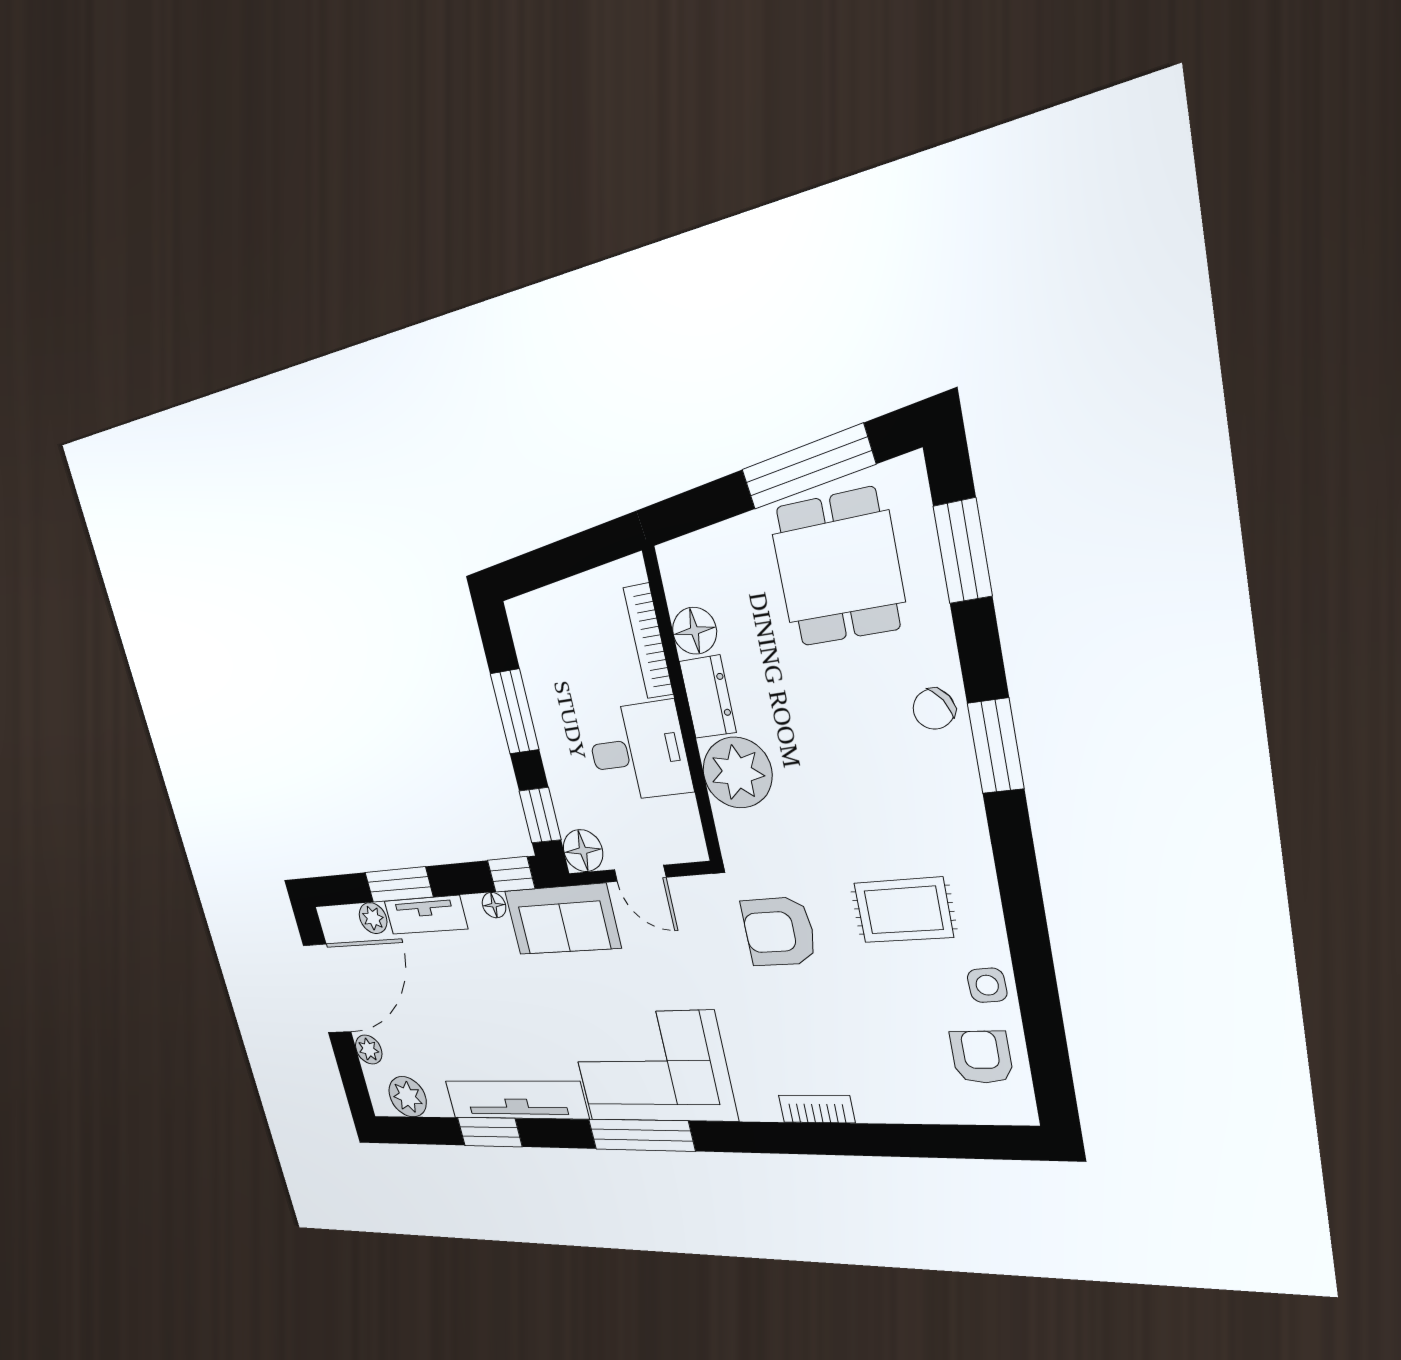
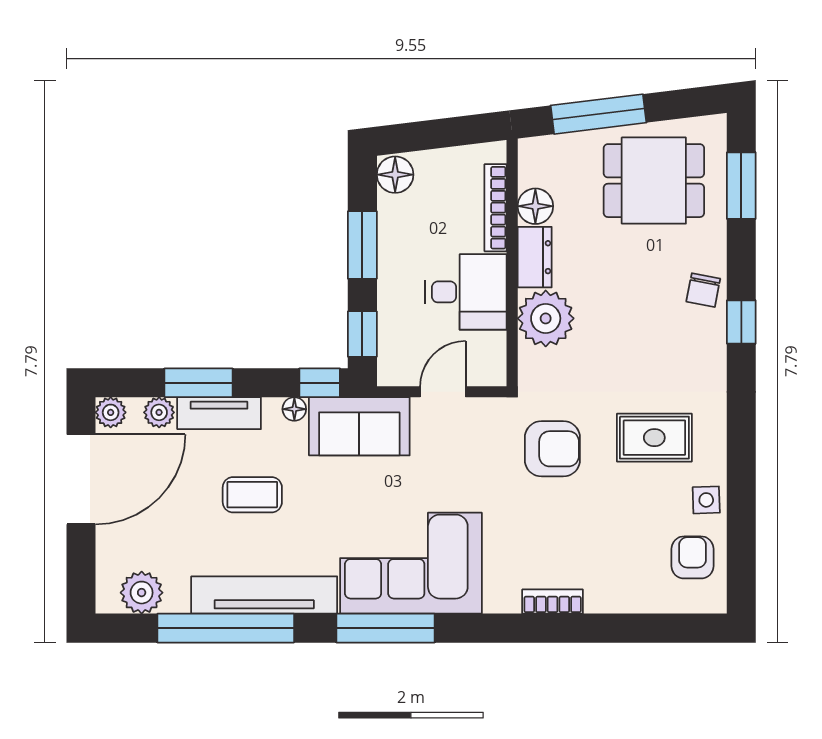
window: (808, 467) -> (599, 114), moved
dining table: (838, 568) -> (654, 181), turned 90
chair: (934, 709) -> (703, 290), turned -46
window: (996, 746) -> (741, 322), width x0.67
floor lamp: (583, 851) -> (395, 175), moved
door: (640, 873) -> (443, 392), swing flipped
armchair: (779, 932) -> (552, 449), turned 180
coffee table: (478, 998) -> (252, 495), added
plant: (369, 1050) -> (111, 412), moved
window: (490, 1132) -> (226, 628), width x2.11

